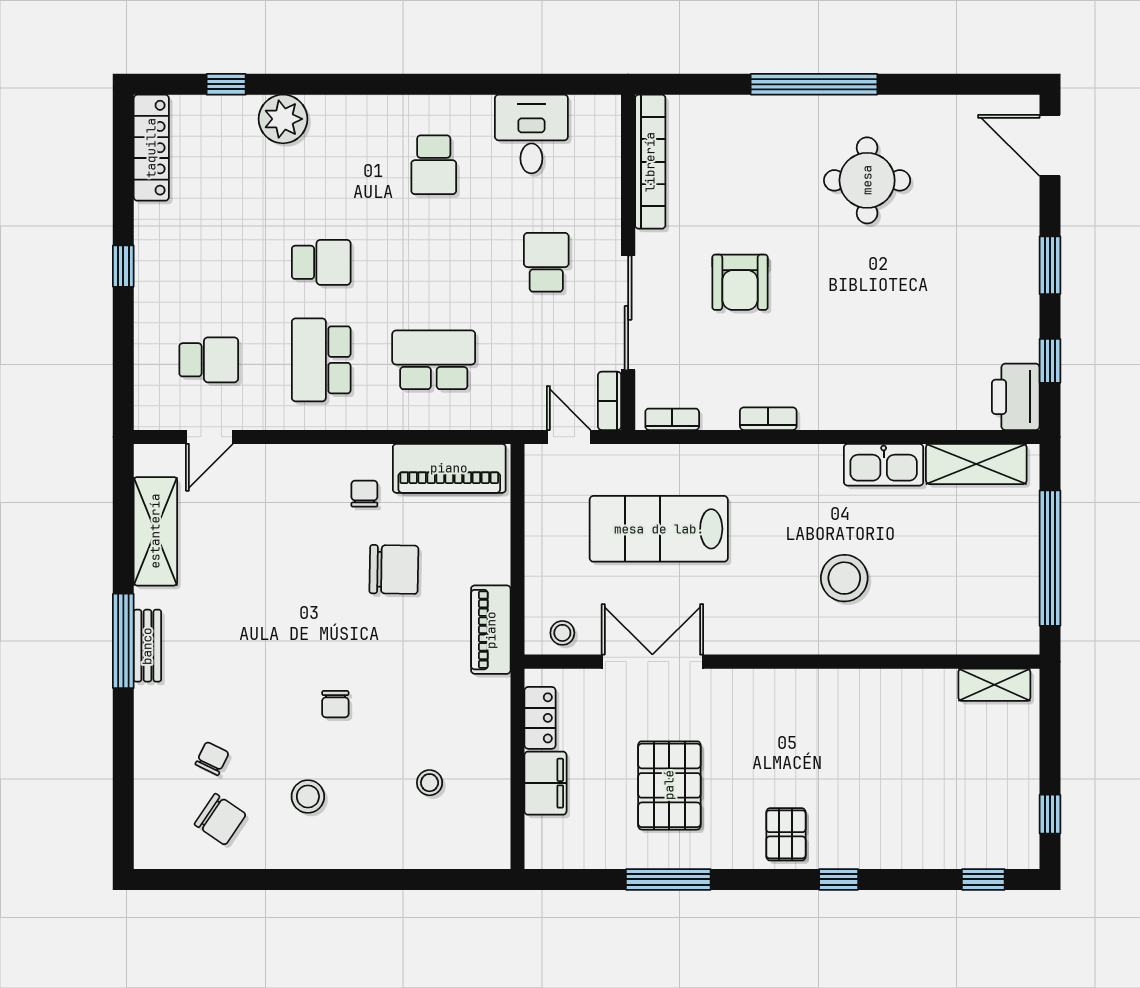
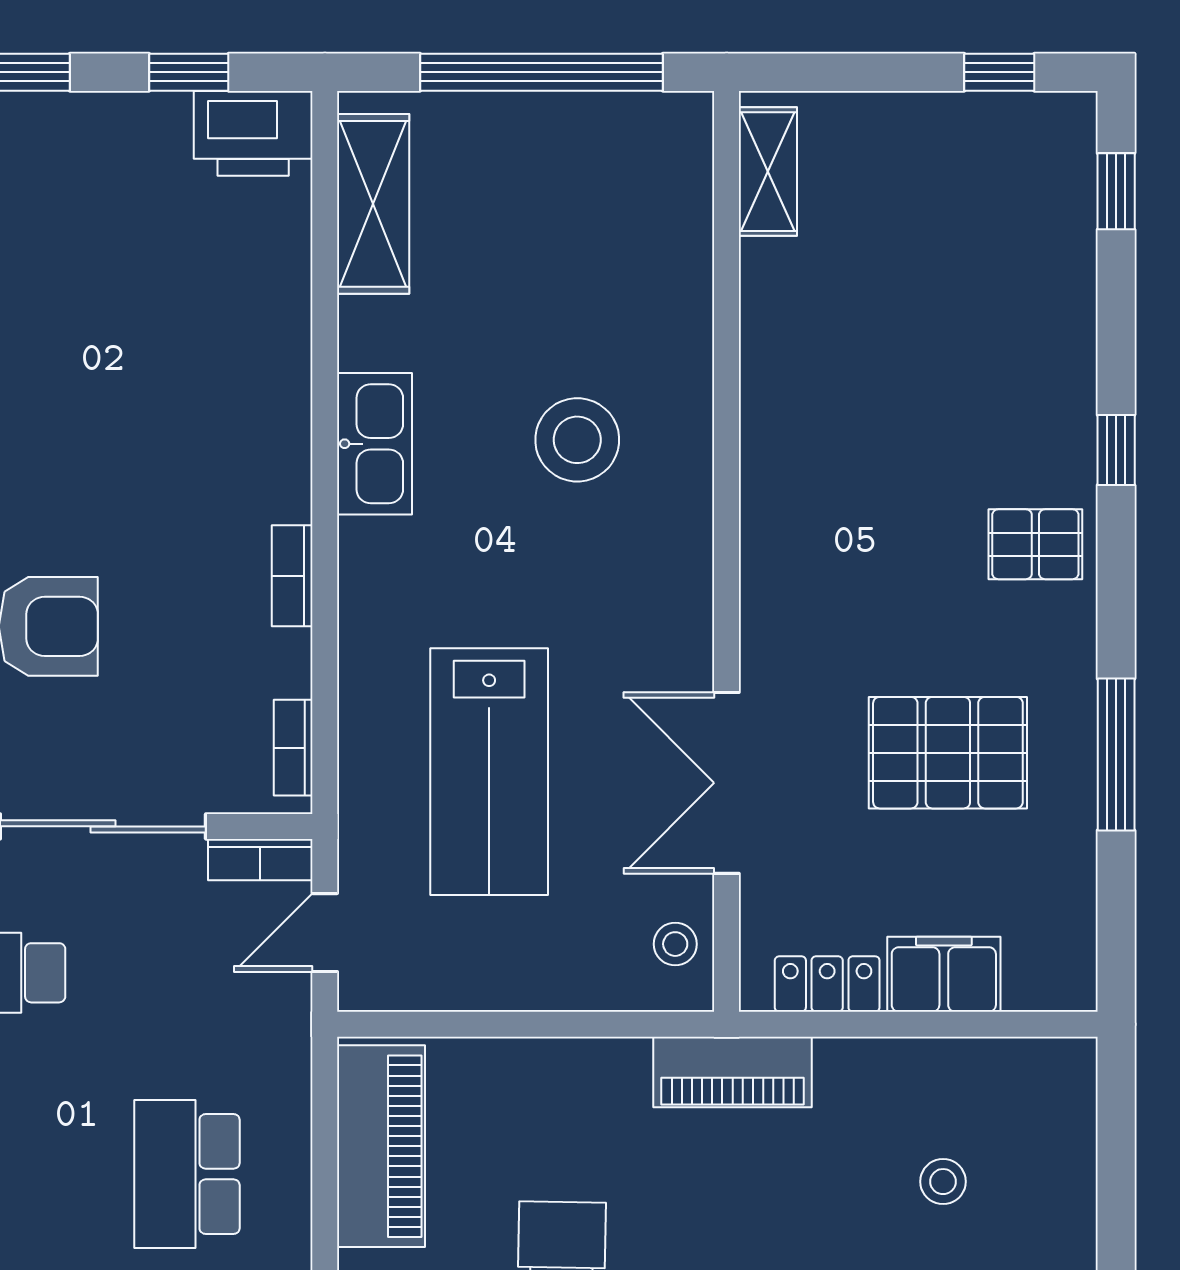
kitchen sink: (884, 465) -> (375, 444), moved
piano: (491, 630) -> (733, 1072), moved

